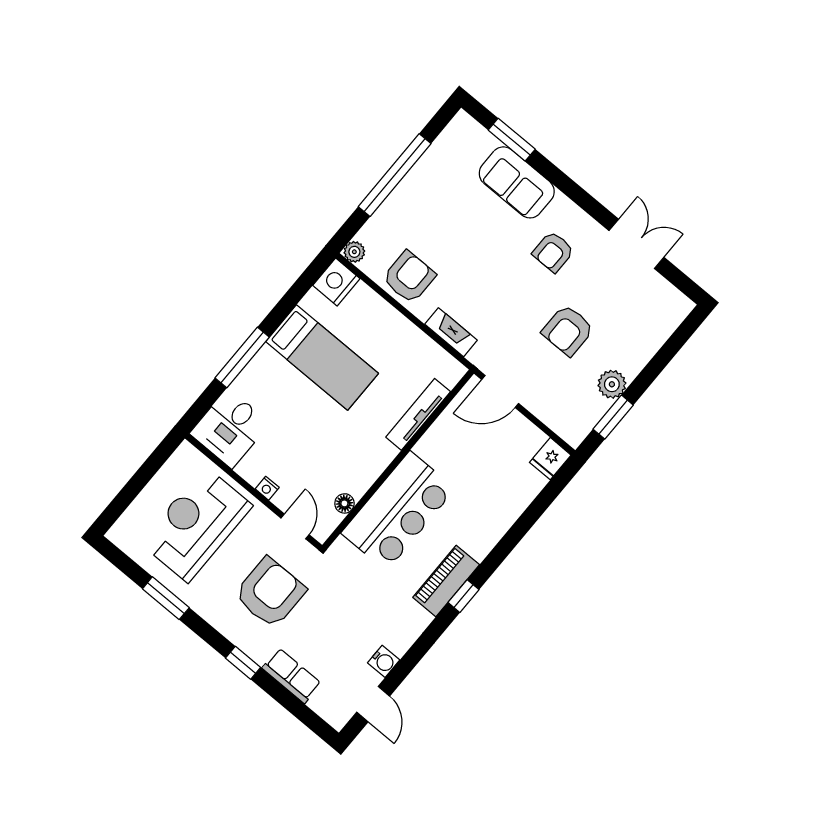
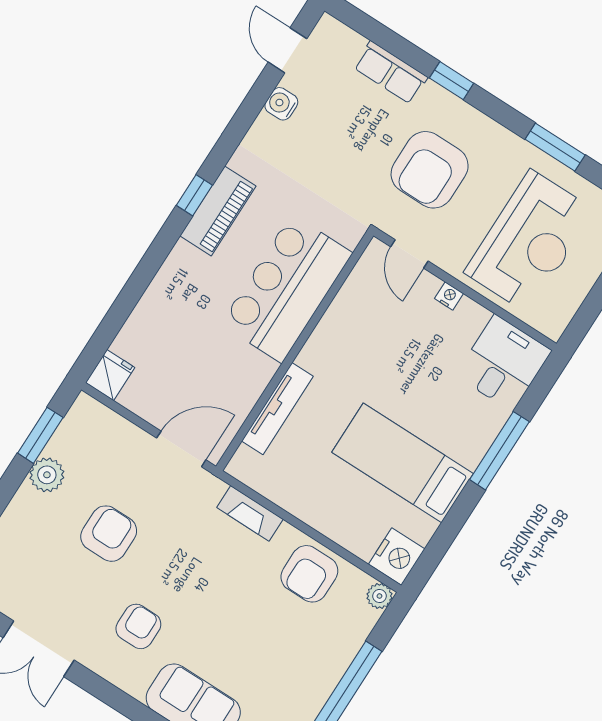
floor lamp: (344, 503) -> (353, 289), removed

